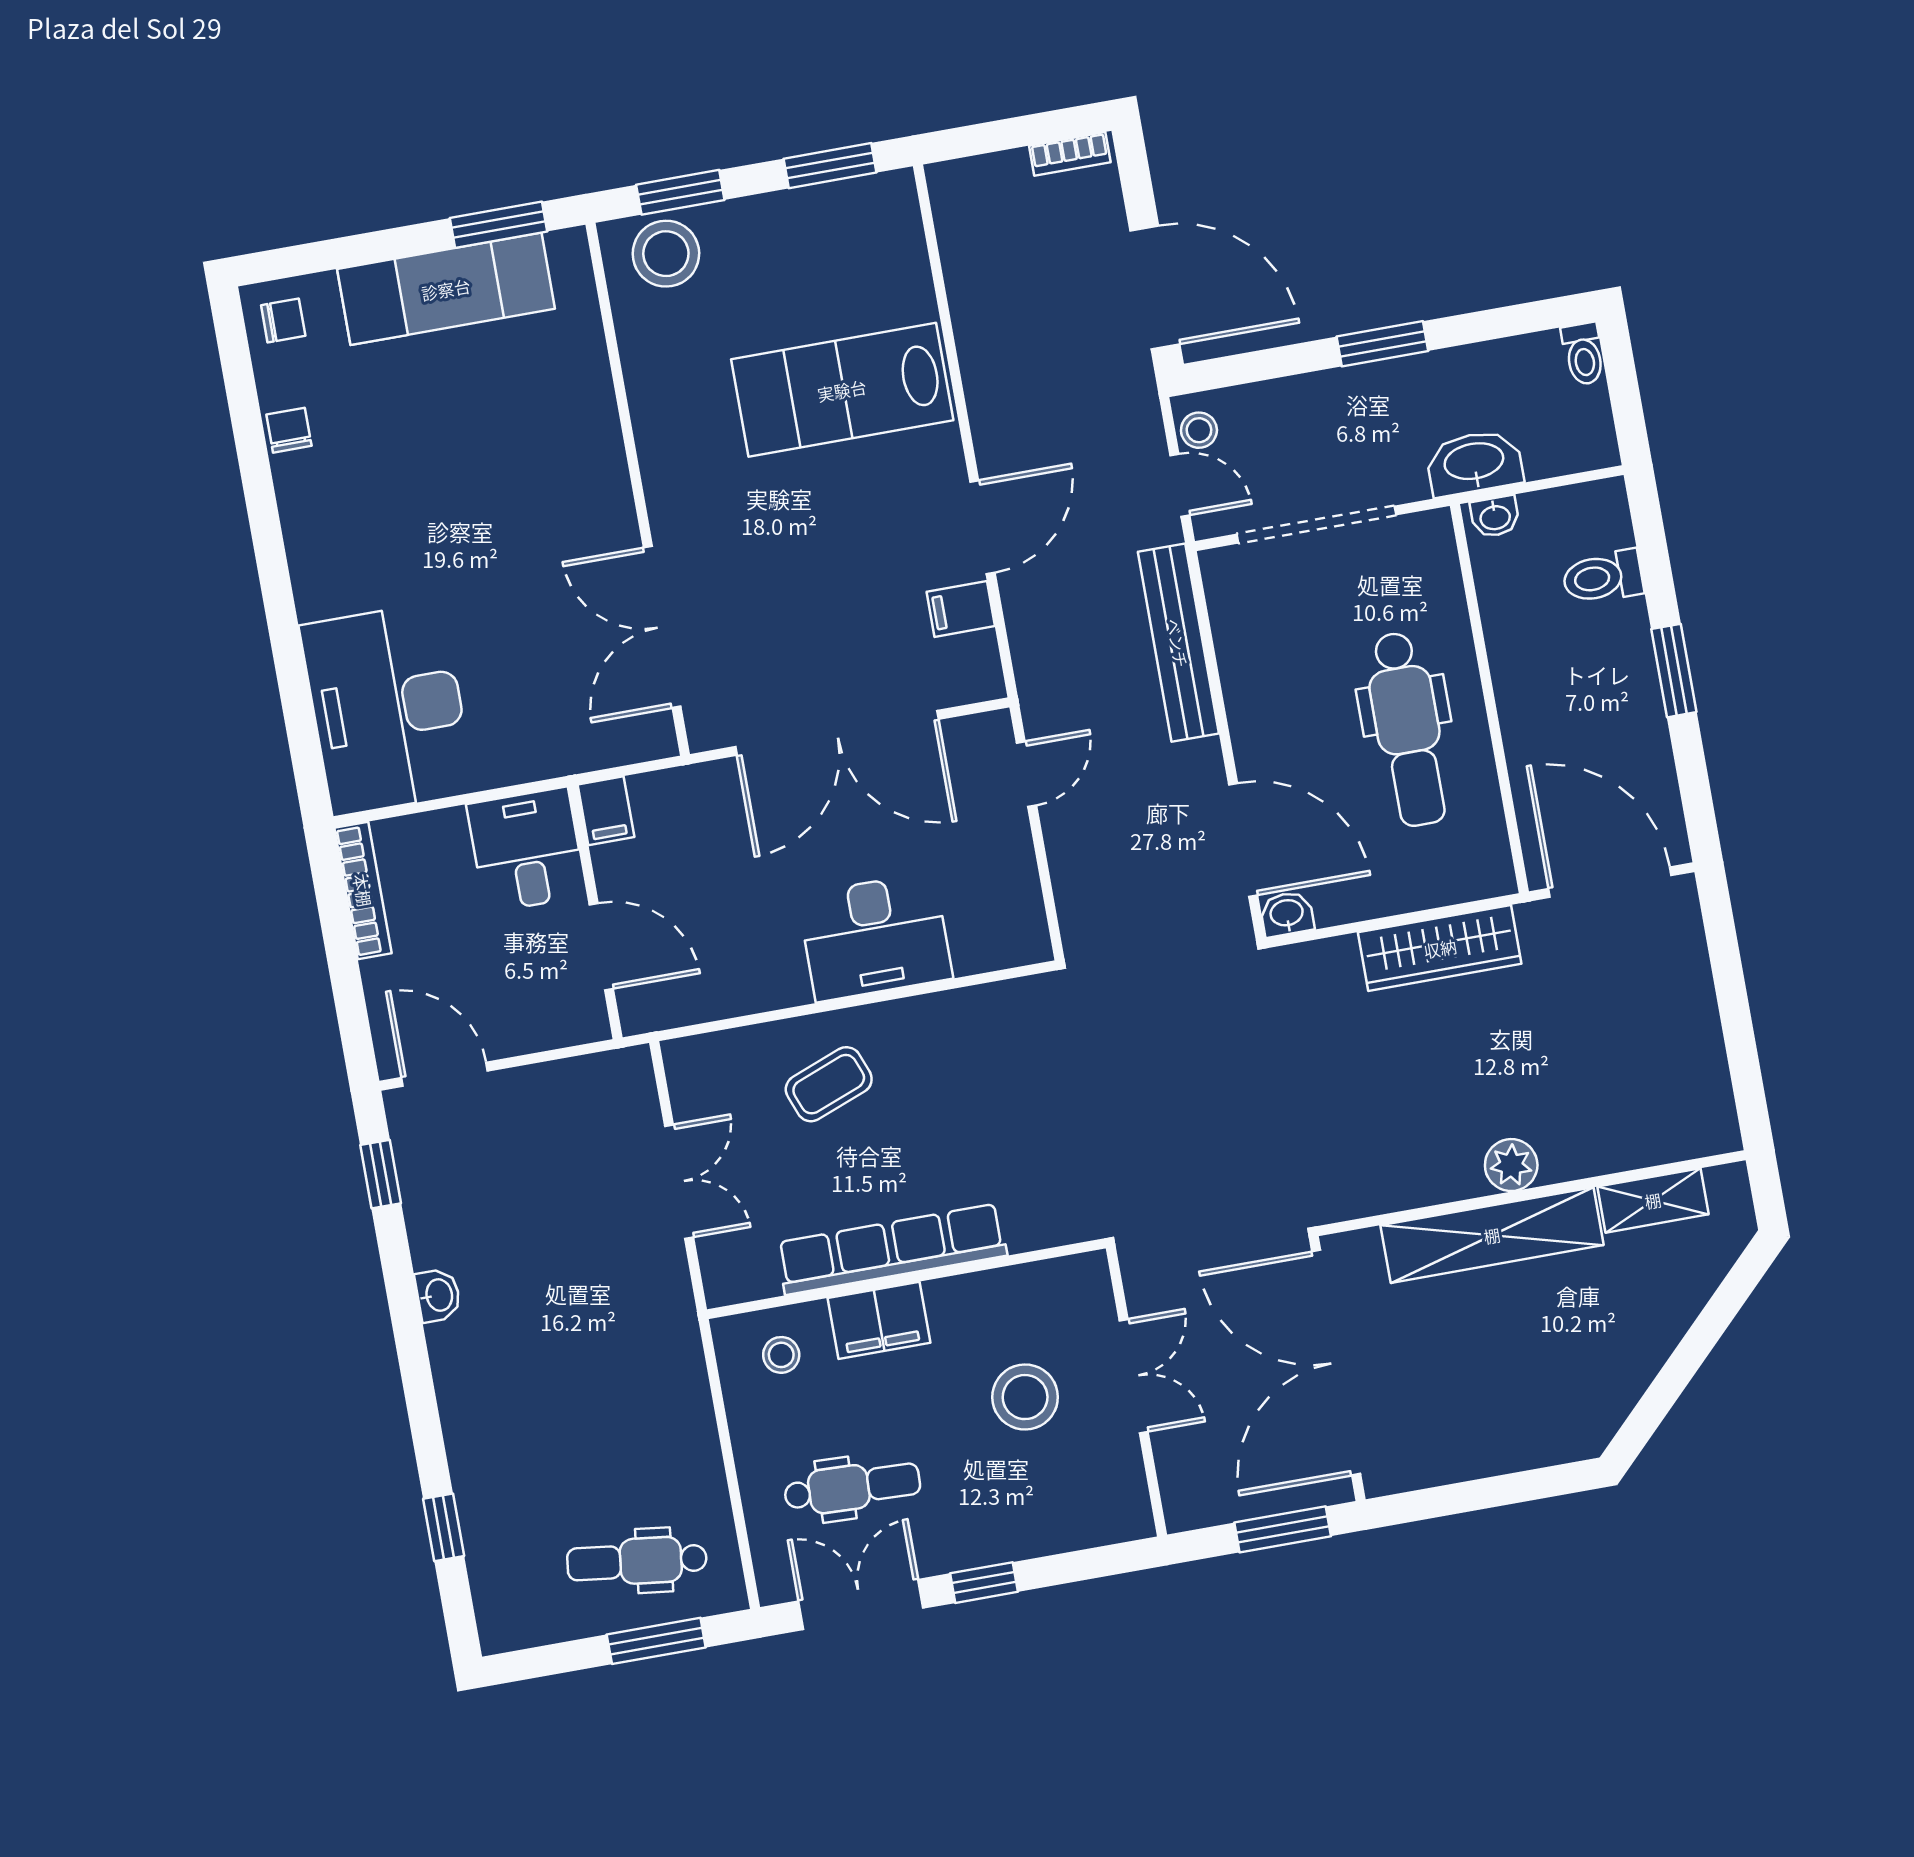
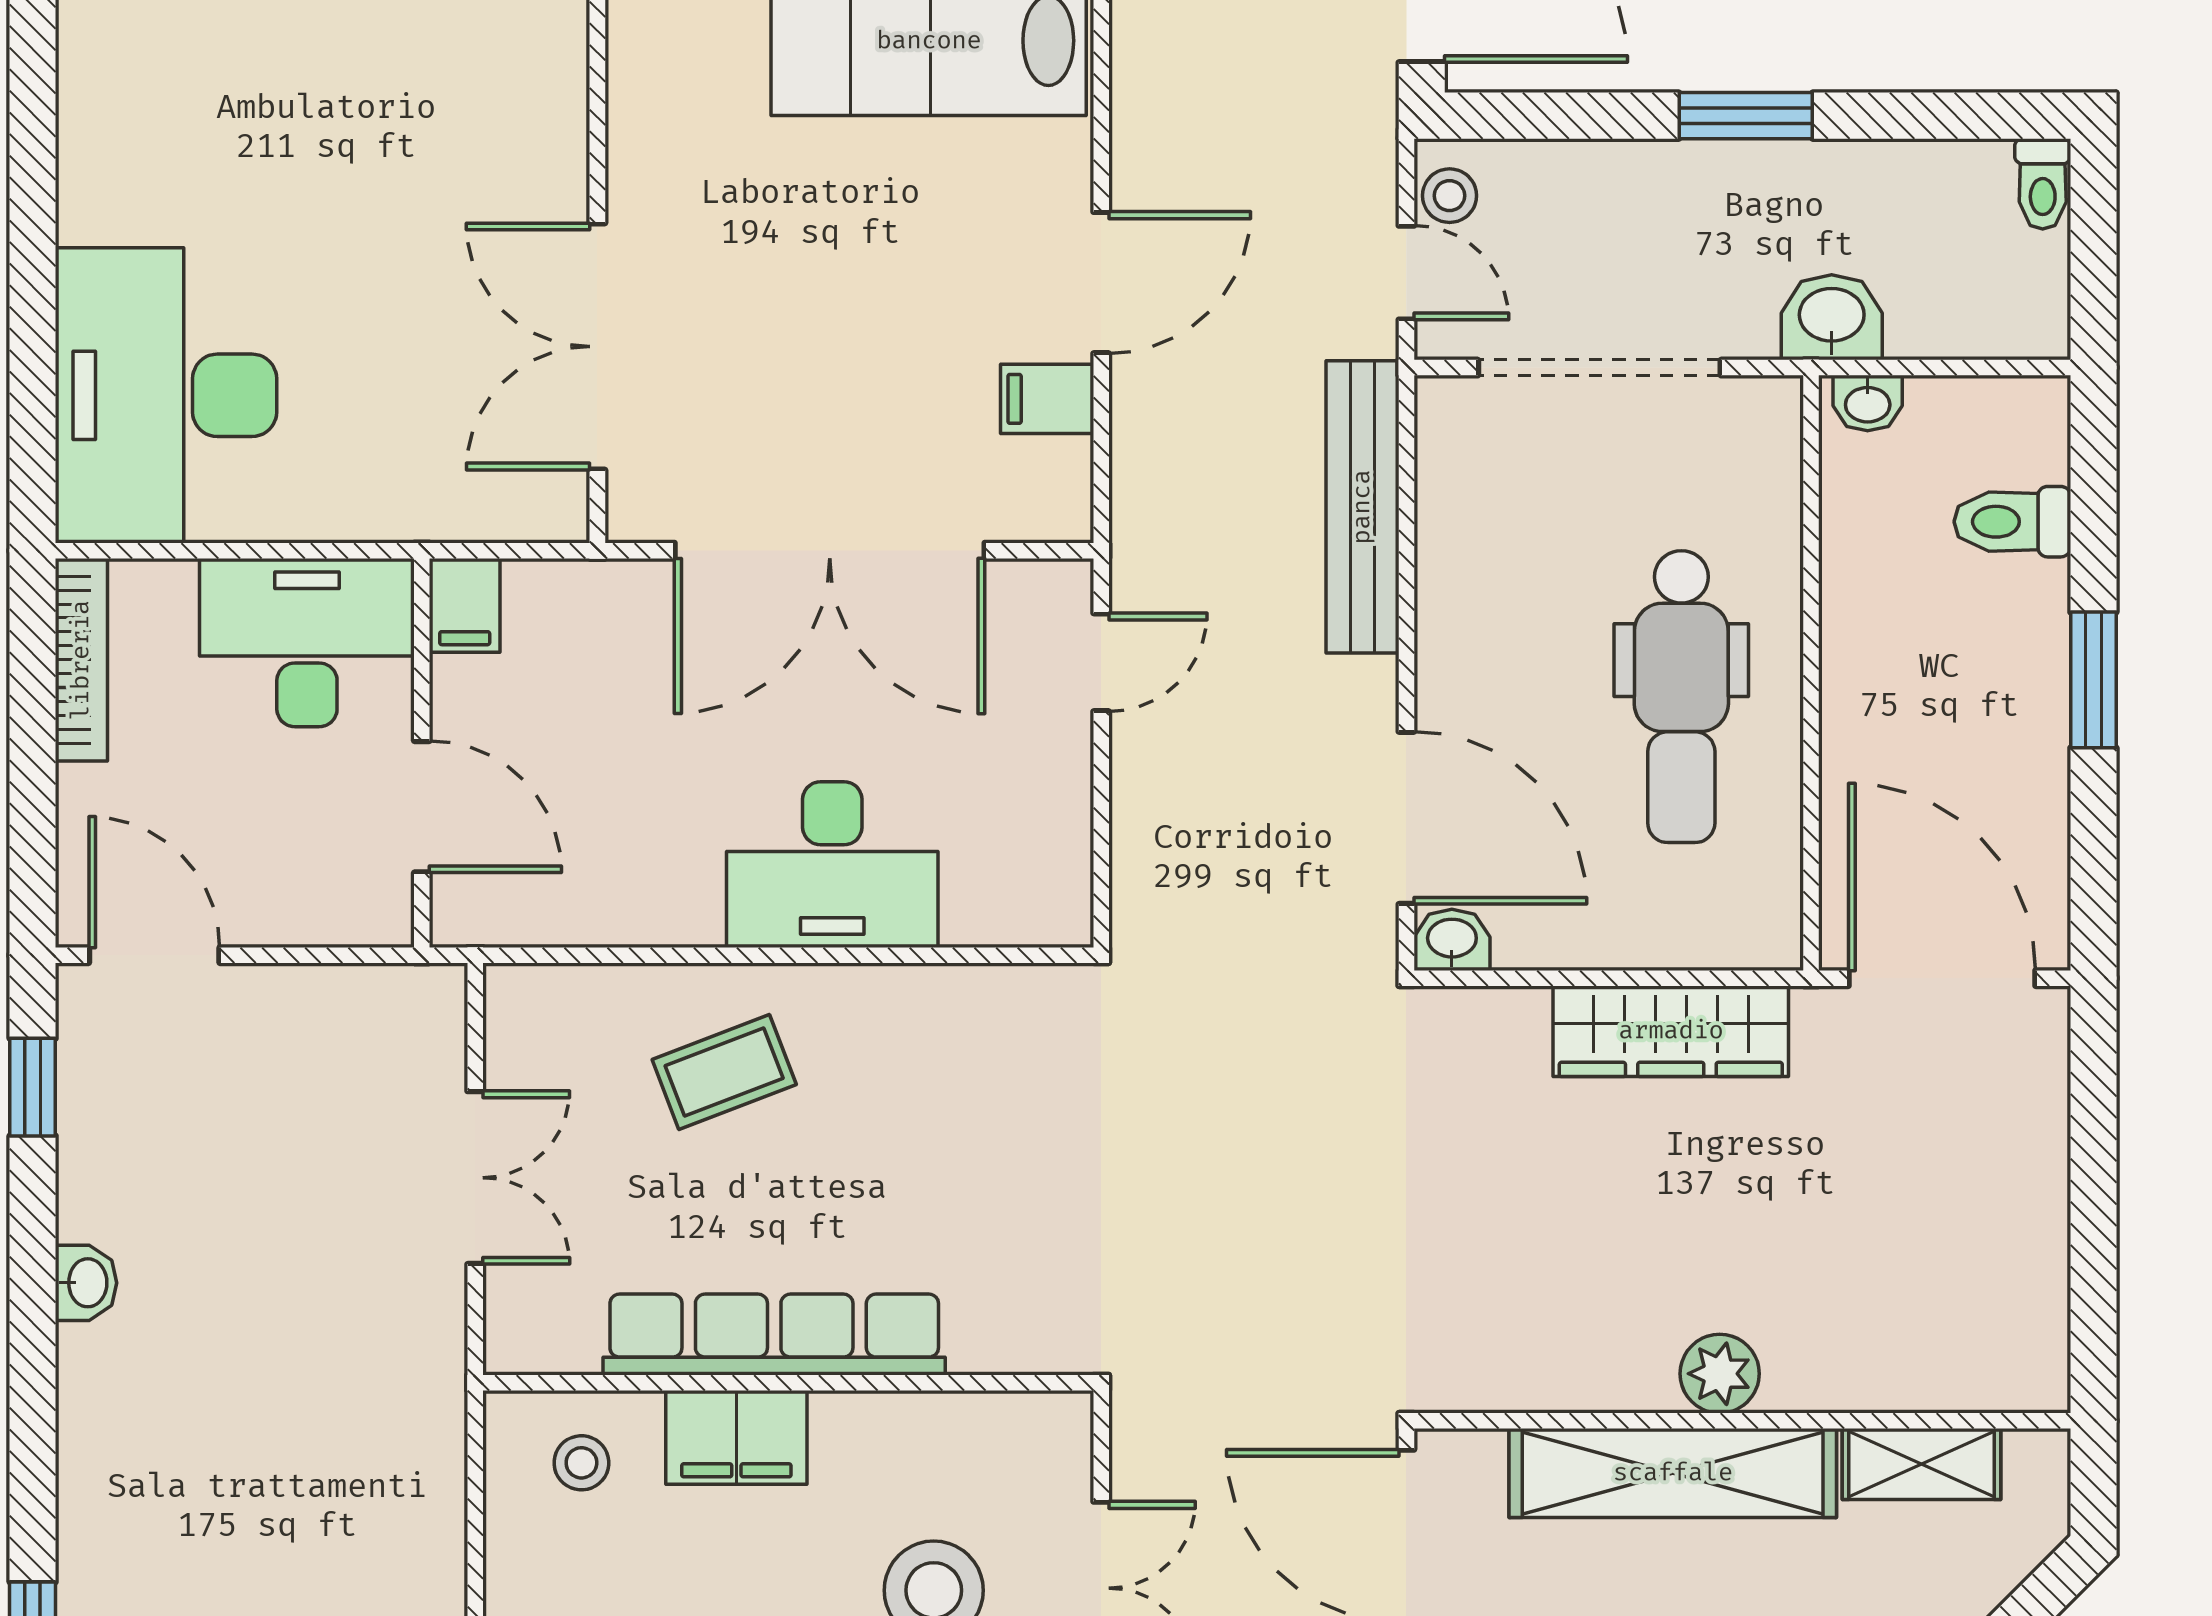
washbasin: (1474, 463) -> (1832, 317), width x0.72
desk: (527, 850) -> (307, 643), width x1.37

